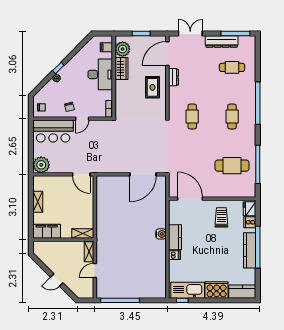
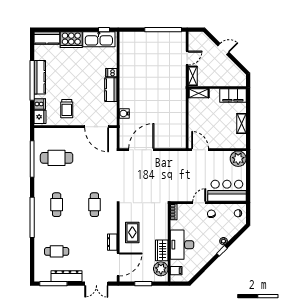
water cooler: (161, 234) -> (124, 113), moved

